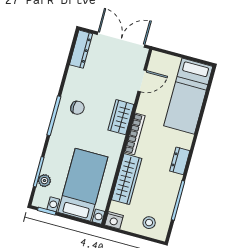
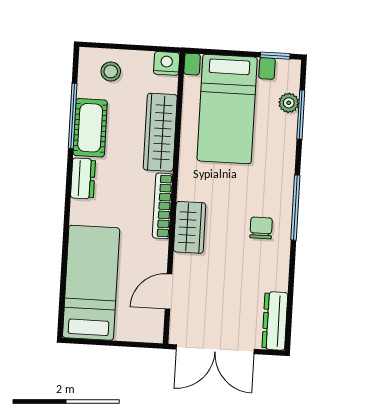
chair: (77, 108) -> (261, 228), turned 90
cot: (169, 191) -> (90, 128), added

